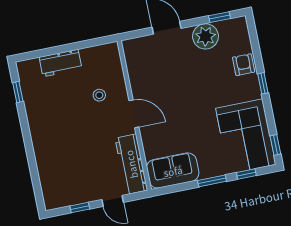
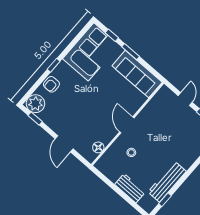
plant: (205, 36) -> (35, 104), moved
floor lamp: (133, 63) -> (98, 147), added
window: (275, 145) -> (83, 32), removed
workbench: (131, 164) -> (167, 182), moved, turned 180
sofa: (173, 171) -> (137, 74), width x1.36

